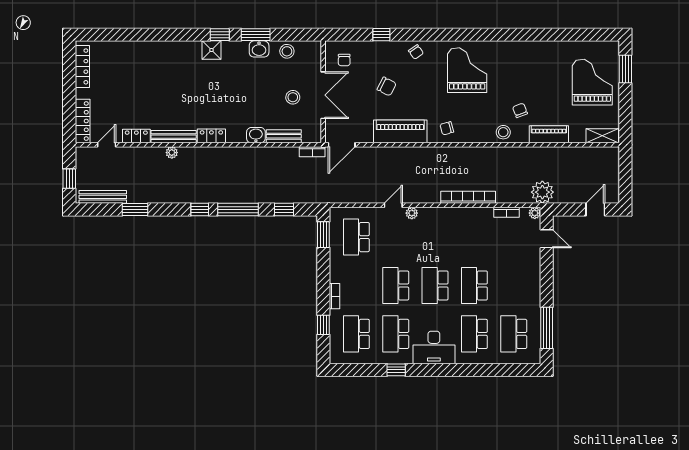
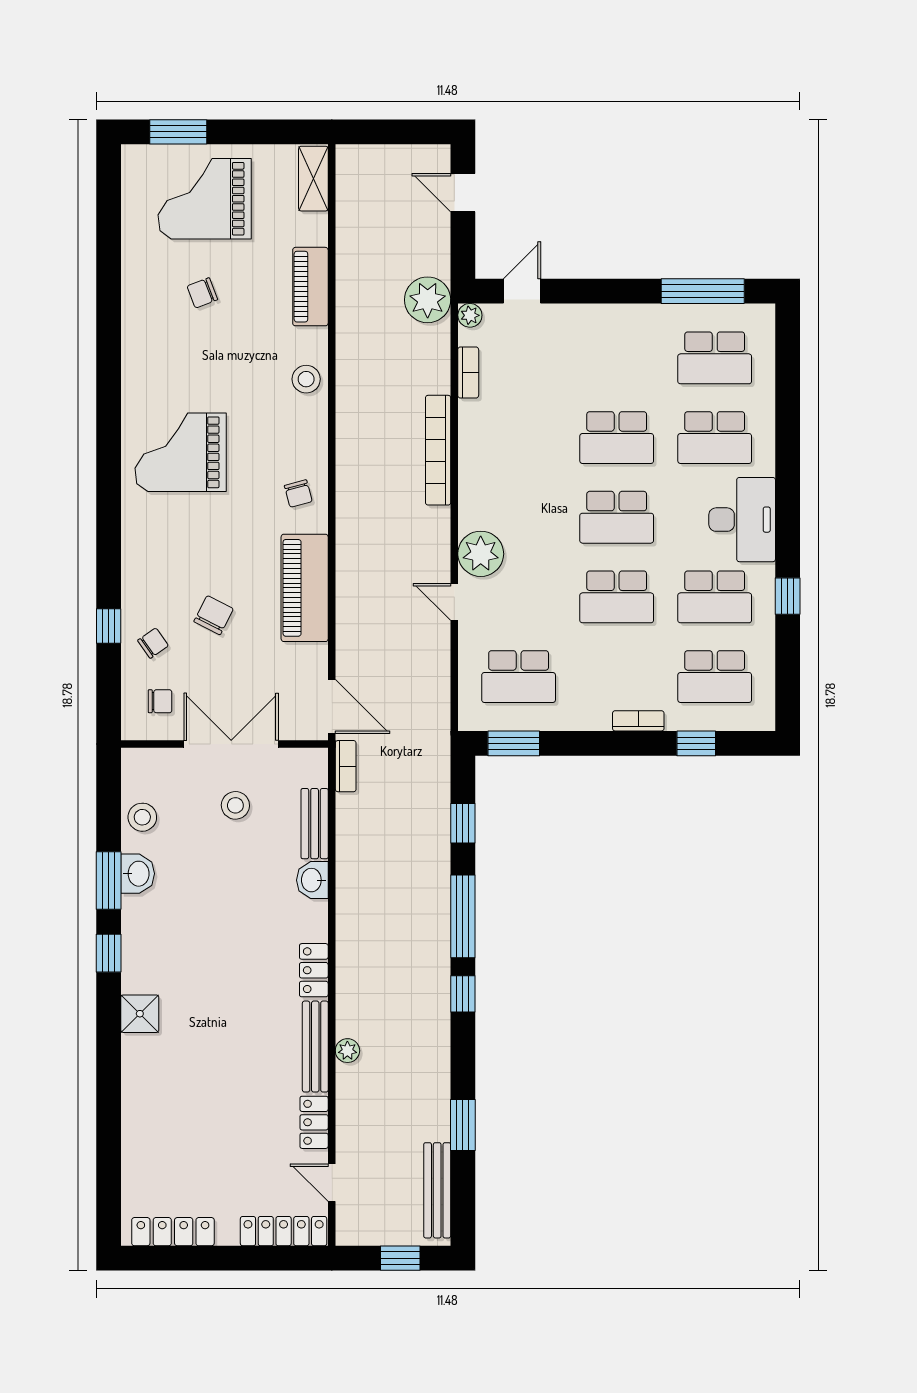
shower: (211, 50) -> (140, 1014), moved
chair: (416, 52) -> (153, 643), moved
chair: (520, 110) -> (202, 293), moved
plant: (412, 213) -> (481, 554), width x1.88, depth x1.88

